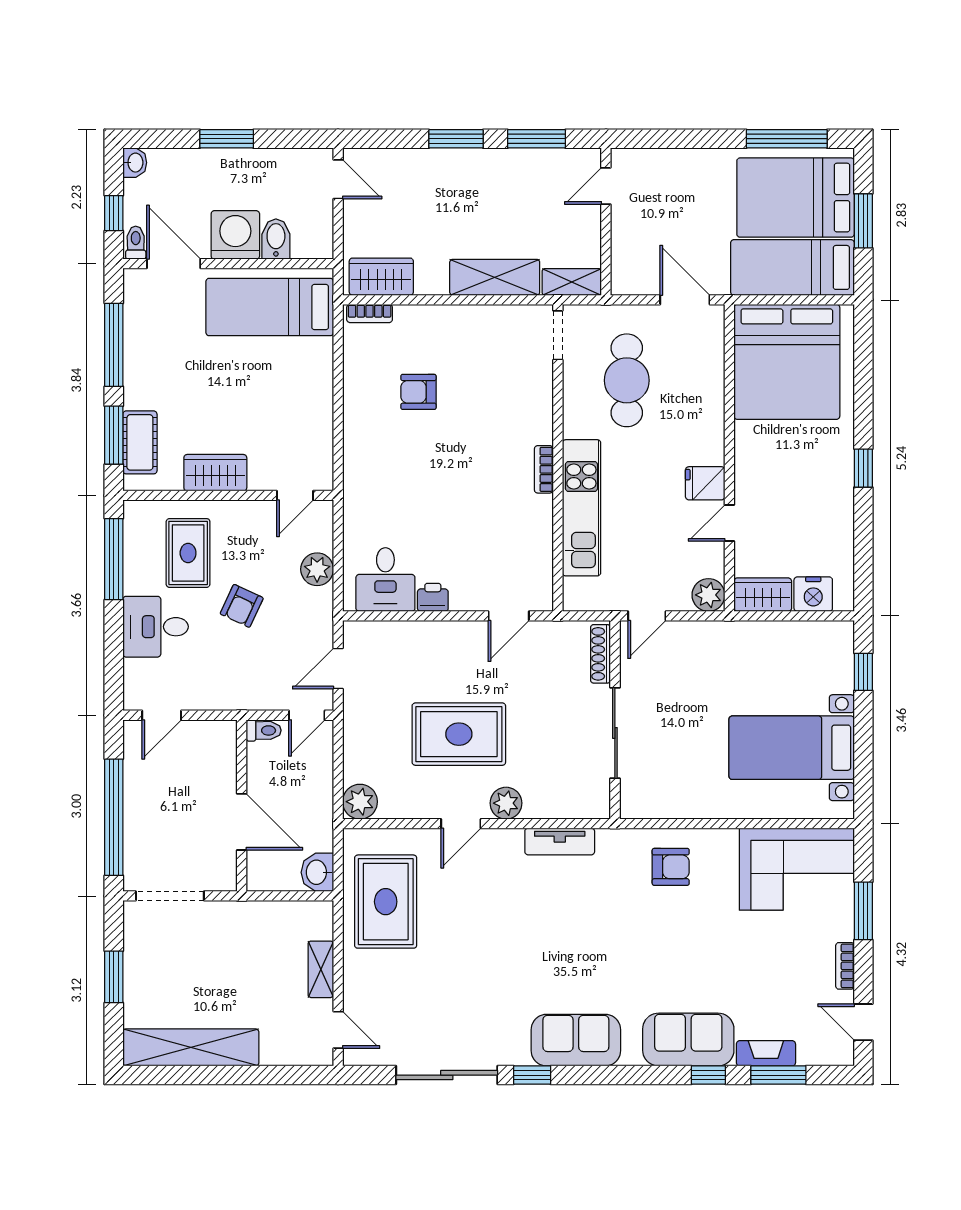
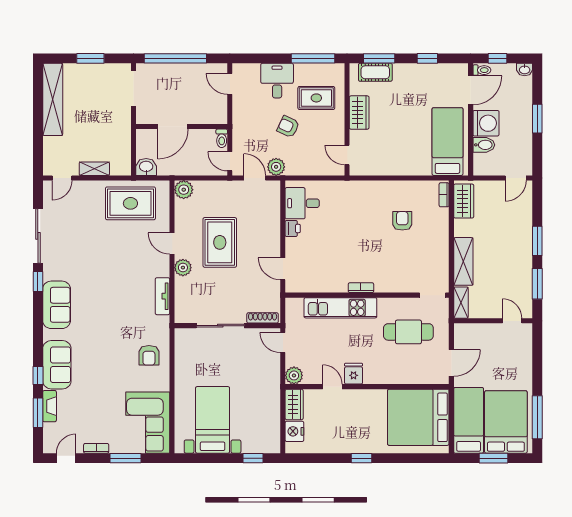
window: (114, 345) -> (427, 58), width x0.46
plant: (317, 569) -> (276, 167), moved

